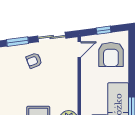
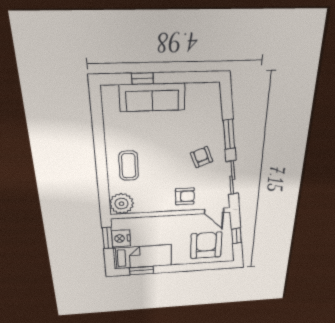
armchair: (111, 54) -> (206, 245), turned 90
armchair: (65, 72) -> (185, 196), added

